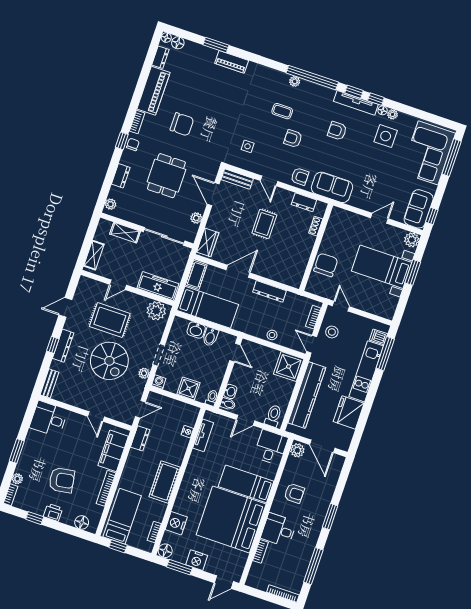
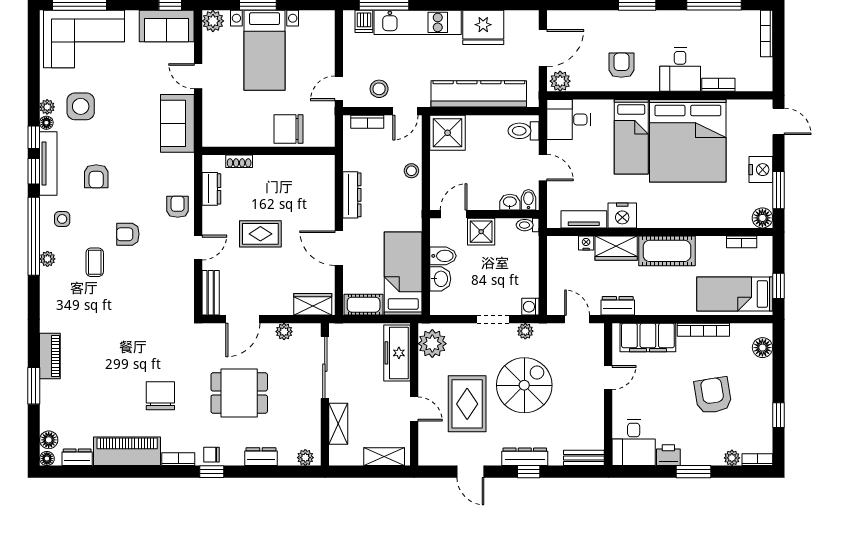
armchair: (293, 139) -> (128, 234), turned 90
side table: (248, 146) -> (62, 219), moved
sofa: (332, 187) -> (177, 123), moved
shower: (188, 388) -> (481, 232), moved
wardrobe: (178, 450) -> (616, 248), added
printer: (53, 512) -> (668, 455), moved, turned 90
nightstand: (176, 523) -> (622, 215), moved

